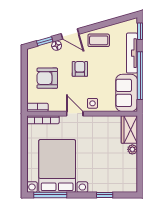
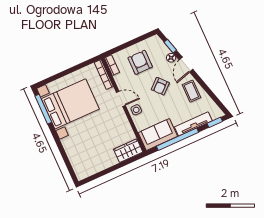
armchair: (80, 69) -> (160, 86), turned 138
door: (75, 114) -> (121, 99), hinge flipped
plant: (132, 149) -> (113, 161), removed
window: (105, 195) -> (64, 155), removed

